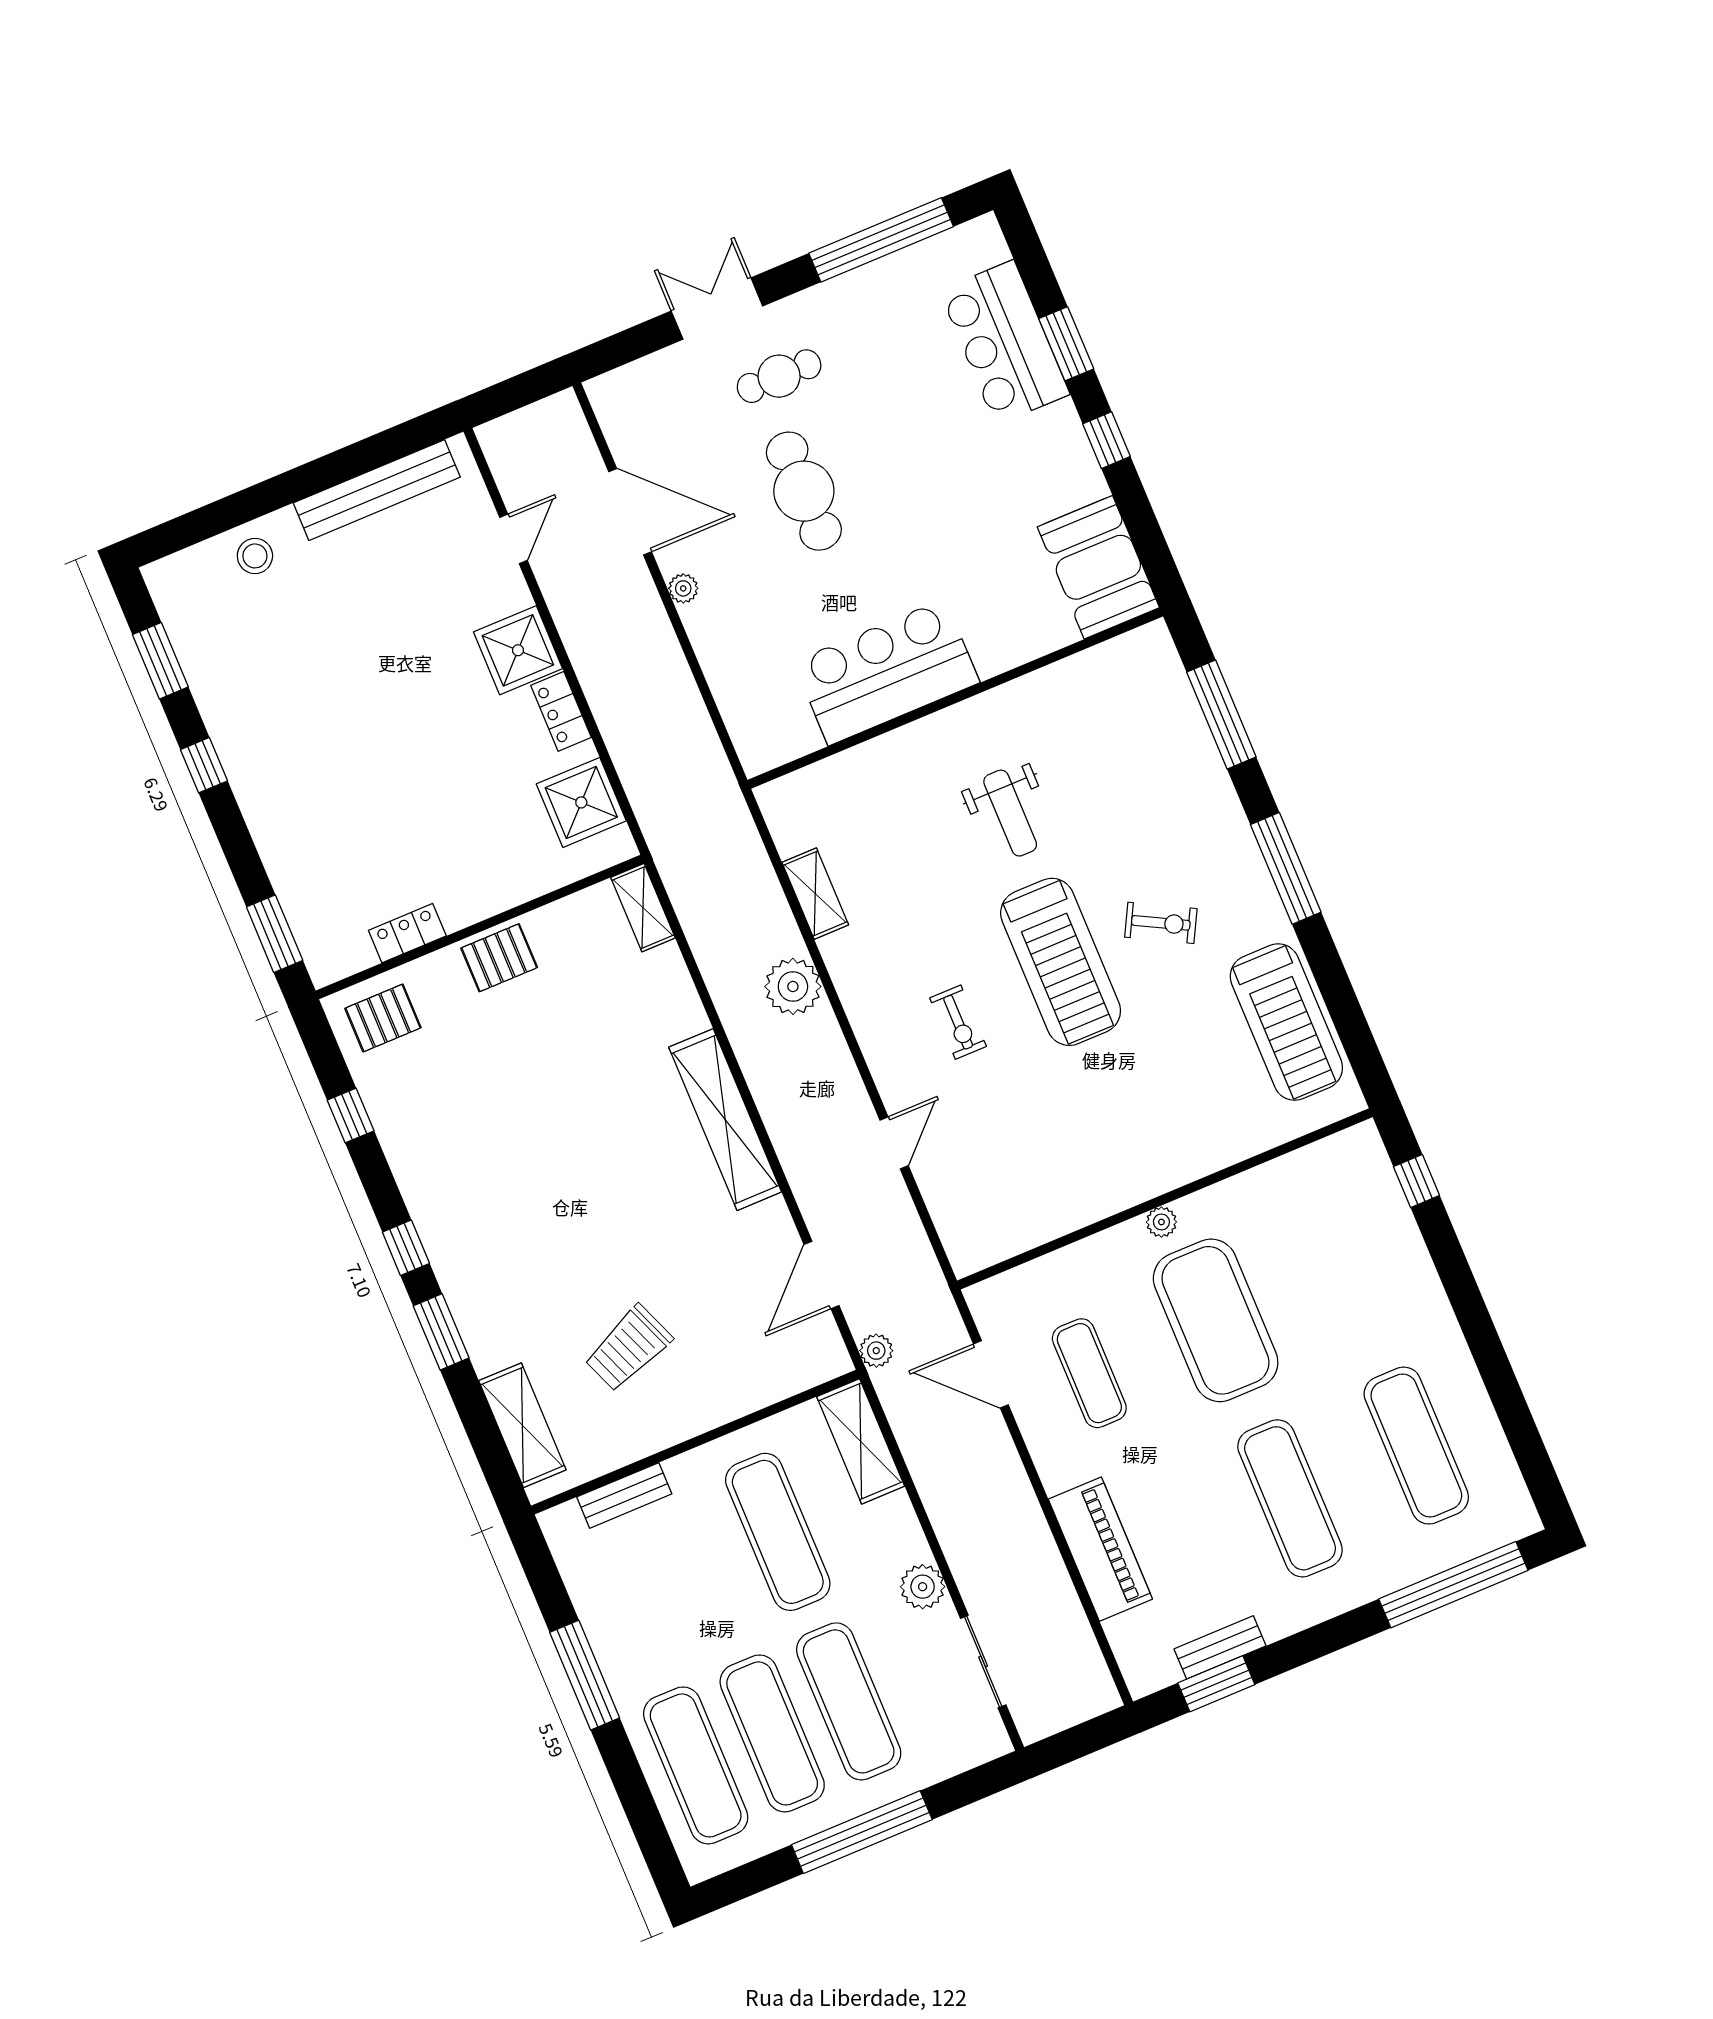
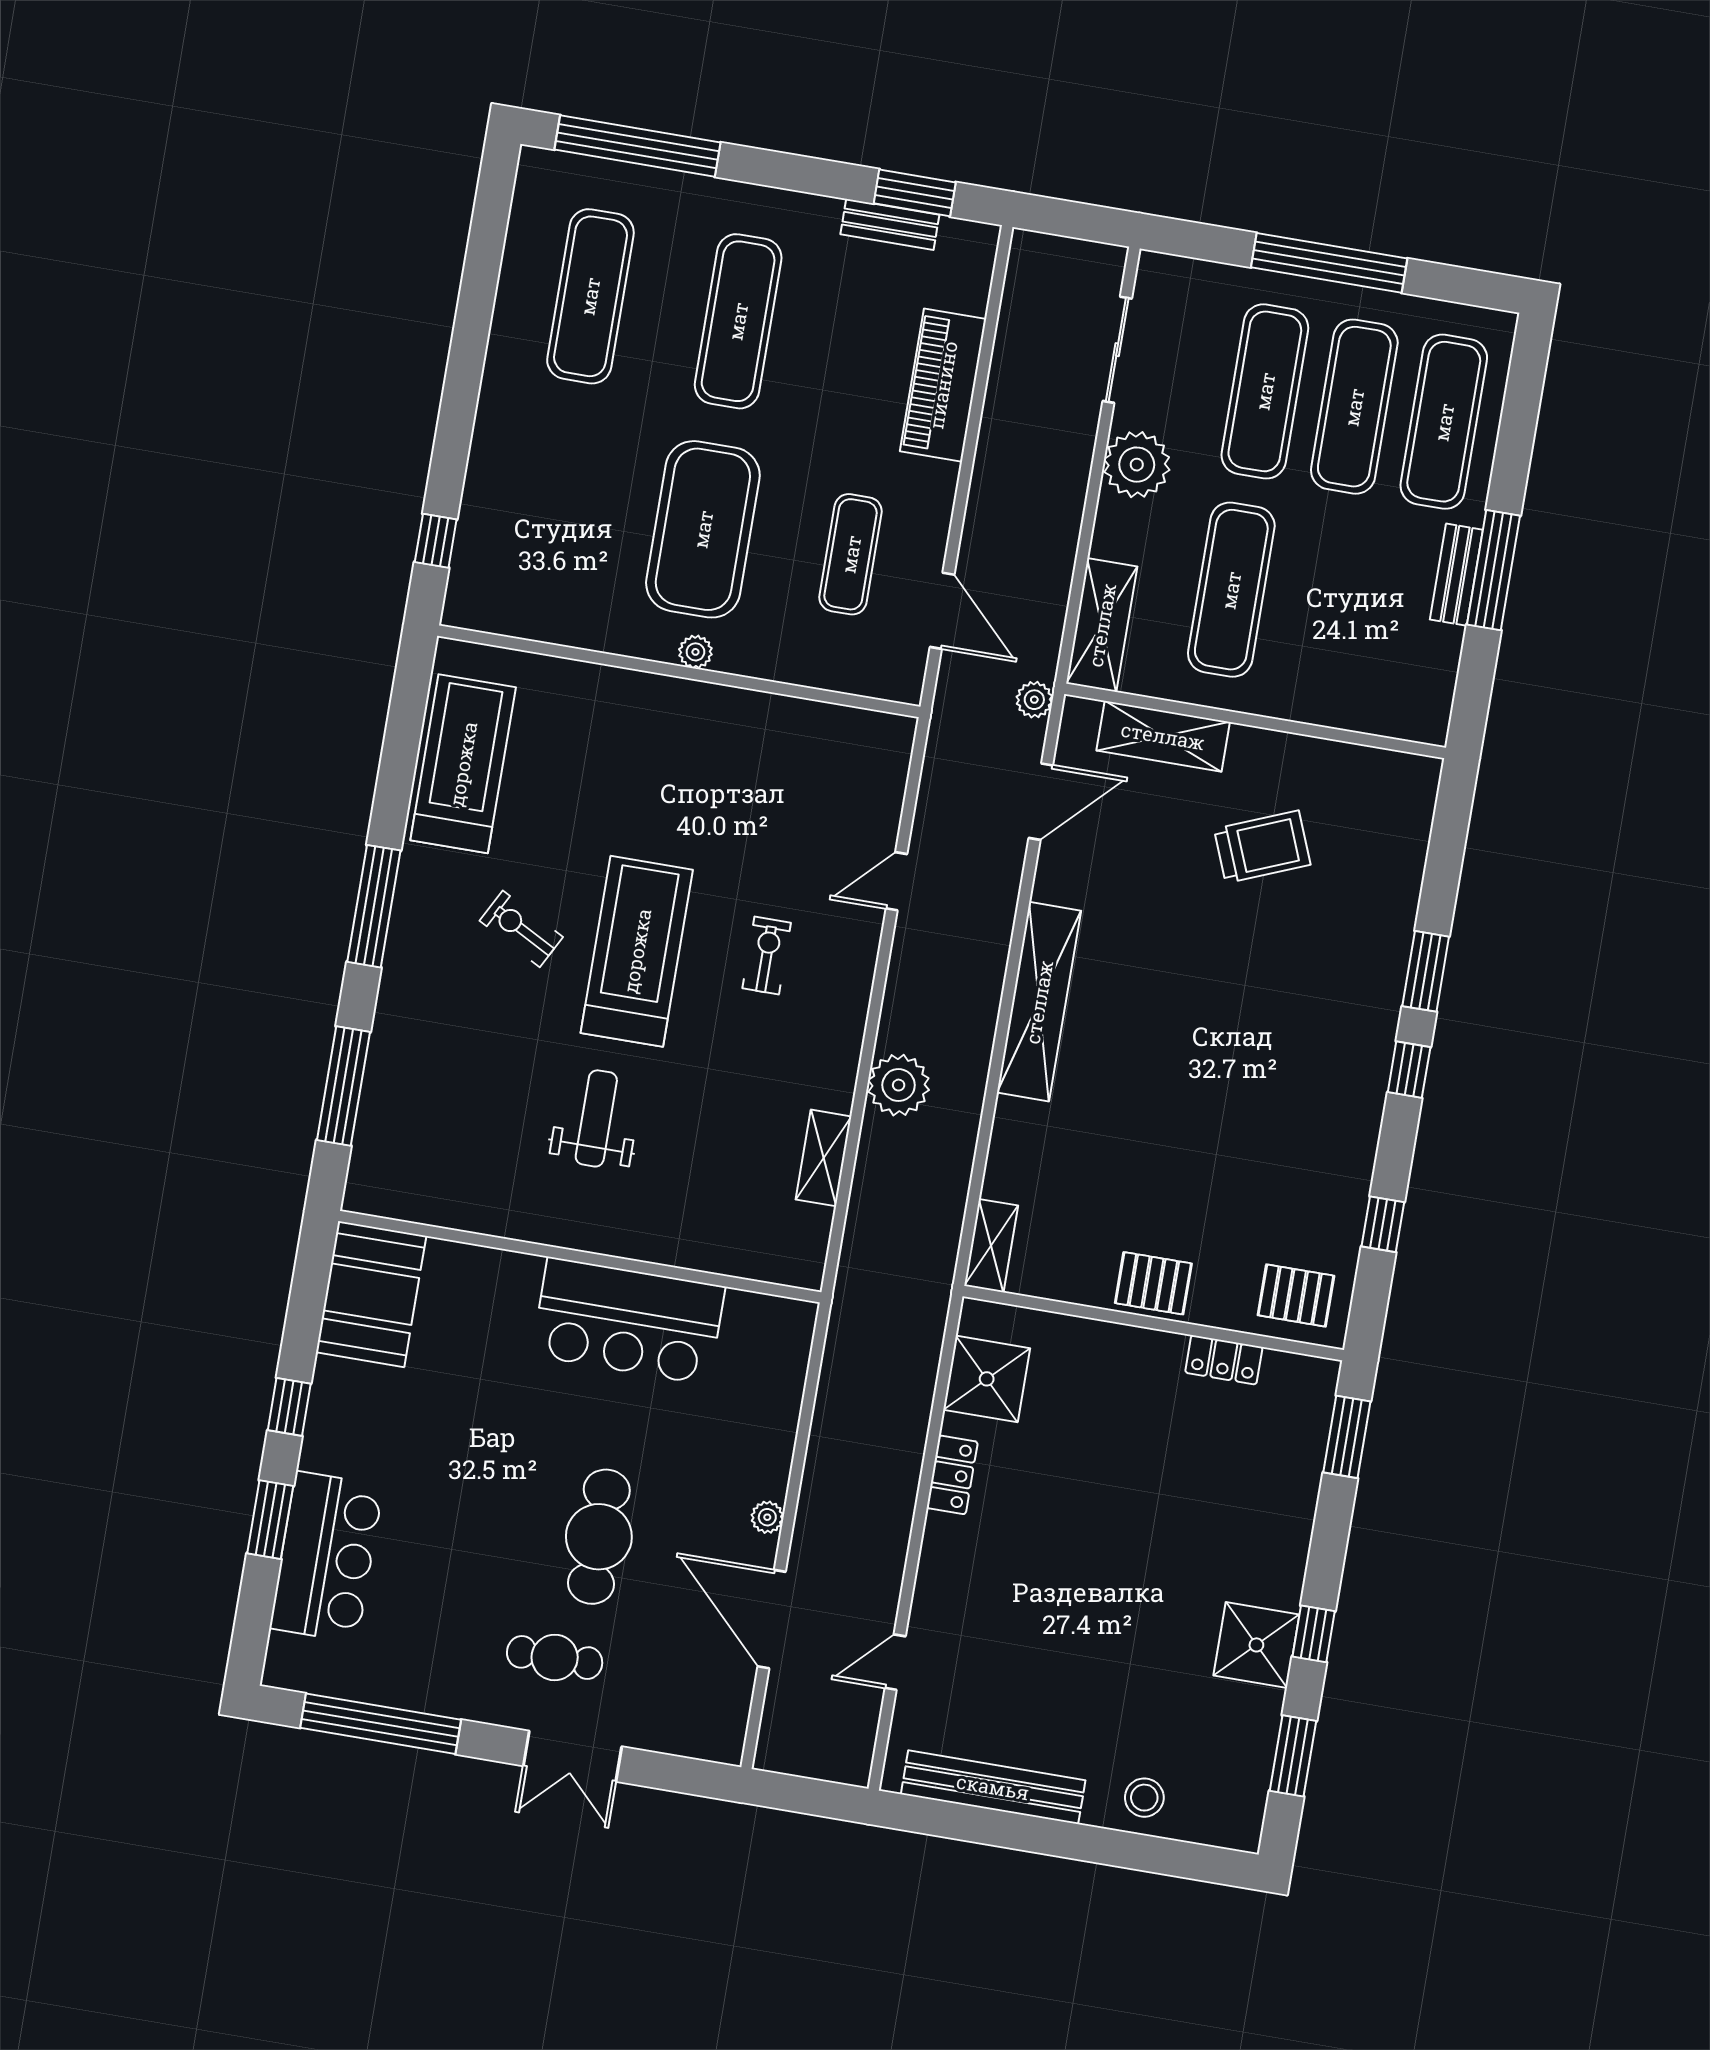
shower: (518, 650) -> (1256, 1645), moved
shelving: (522, 1425) -> (1163, 736), moved, turned 90
bench: (624, 1495) -> (1456, 575), moved, turned 90
plant: (923, 1587) -> (1137, 465), width x1.36, depth x1.36

